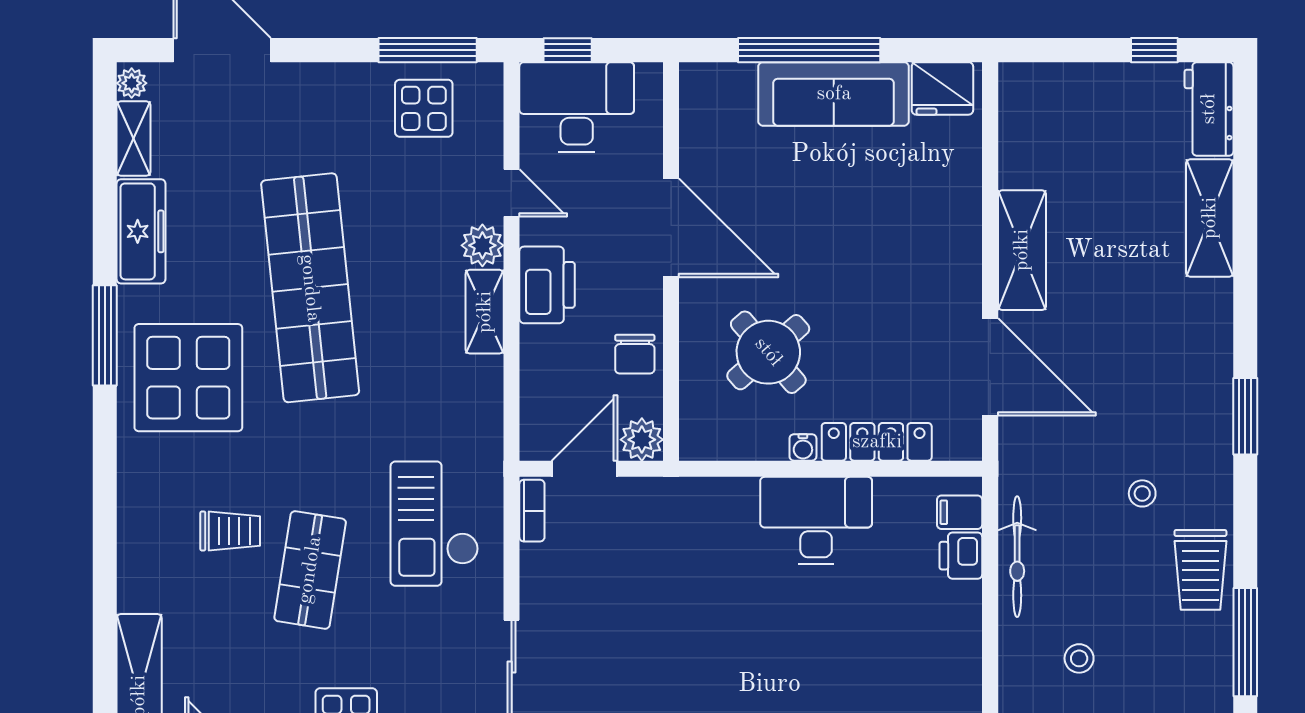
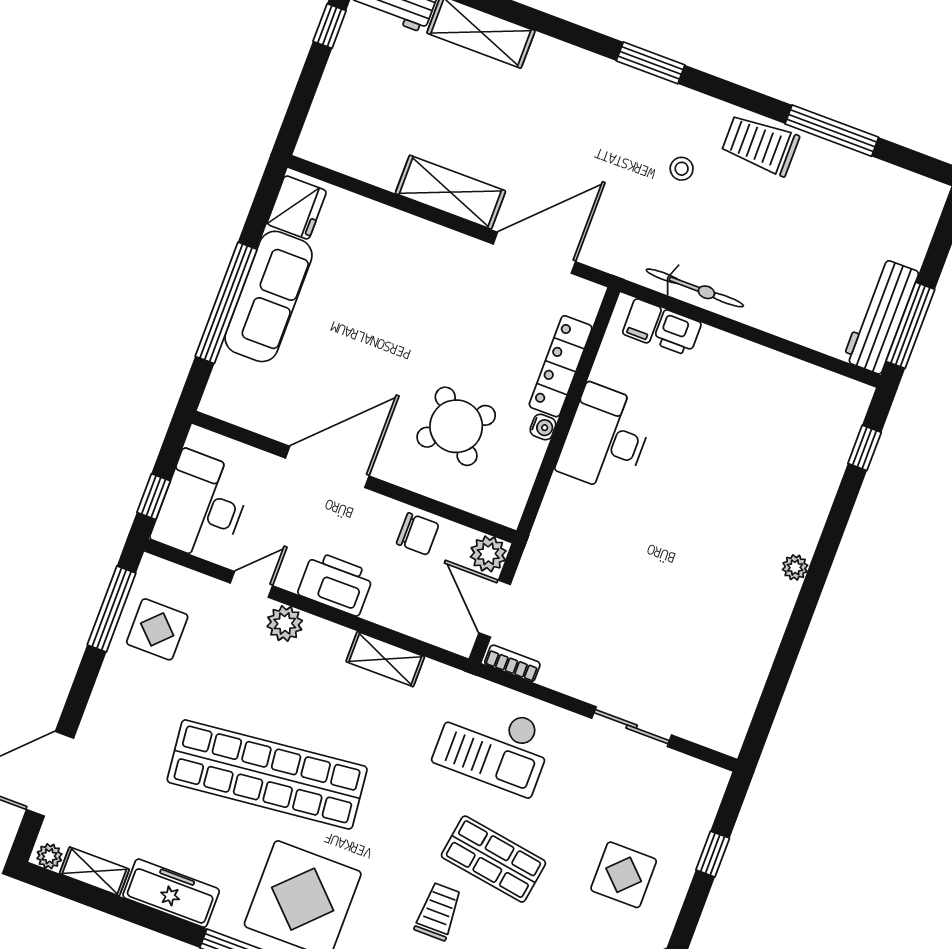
shelving: (485, 312) -> (385, 659), moved
trolley: (1200, 570) -> (760, 145), turned 180
stool: (1079, 658) -> (795, 269), removed

